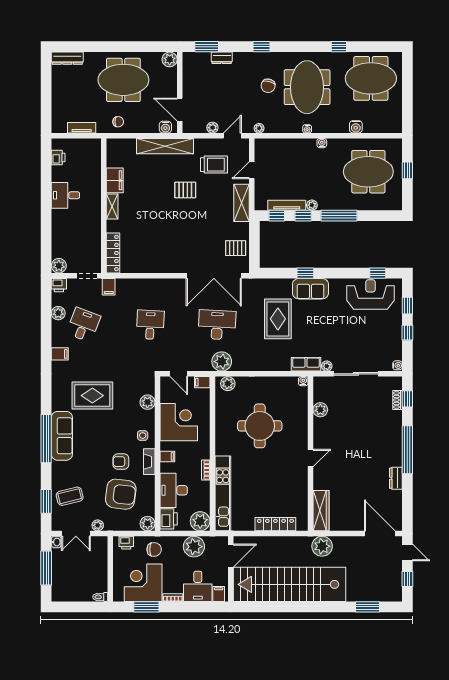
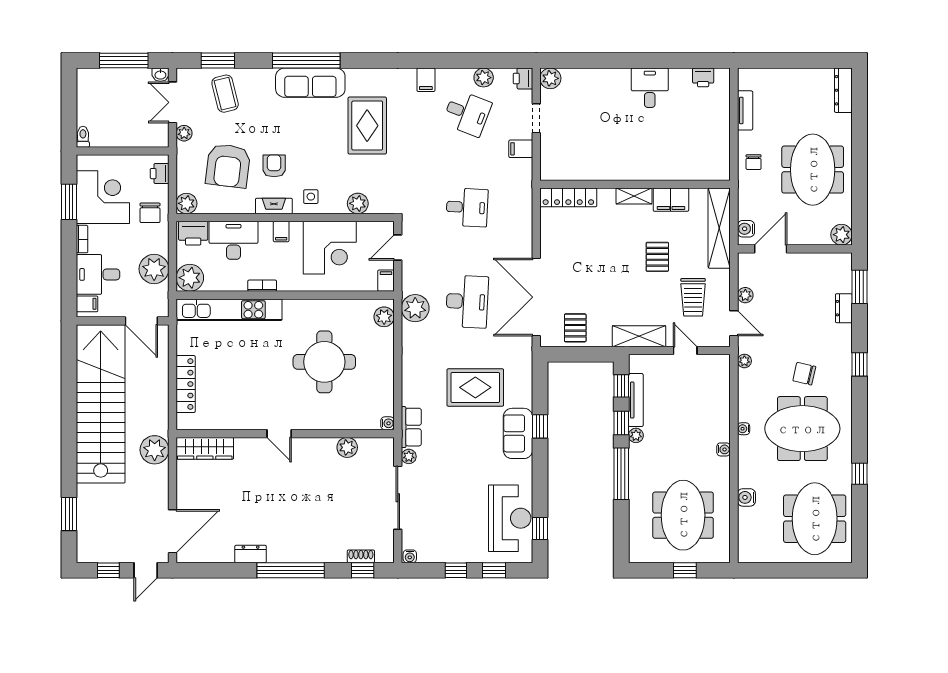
filing cabinet: (115, 180) -> (671, 200), moved
wall: (104, 206) -> (635, 184), moved
shelving: (112, 207) -> (634, 196), moved
locker: (113, 253) -> (568, 197), moved

